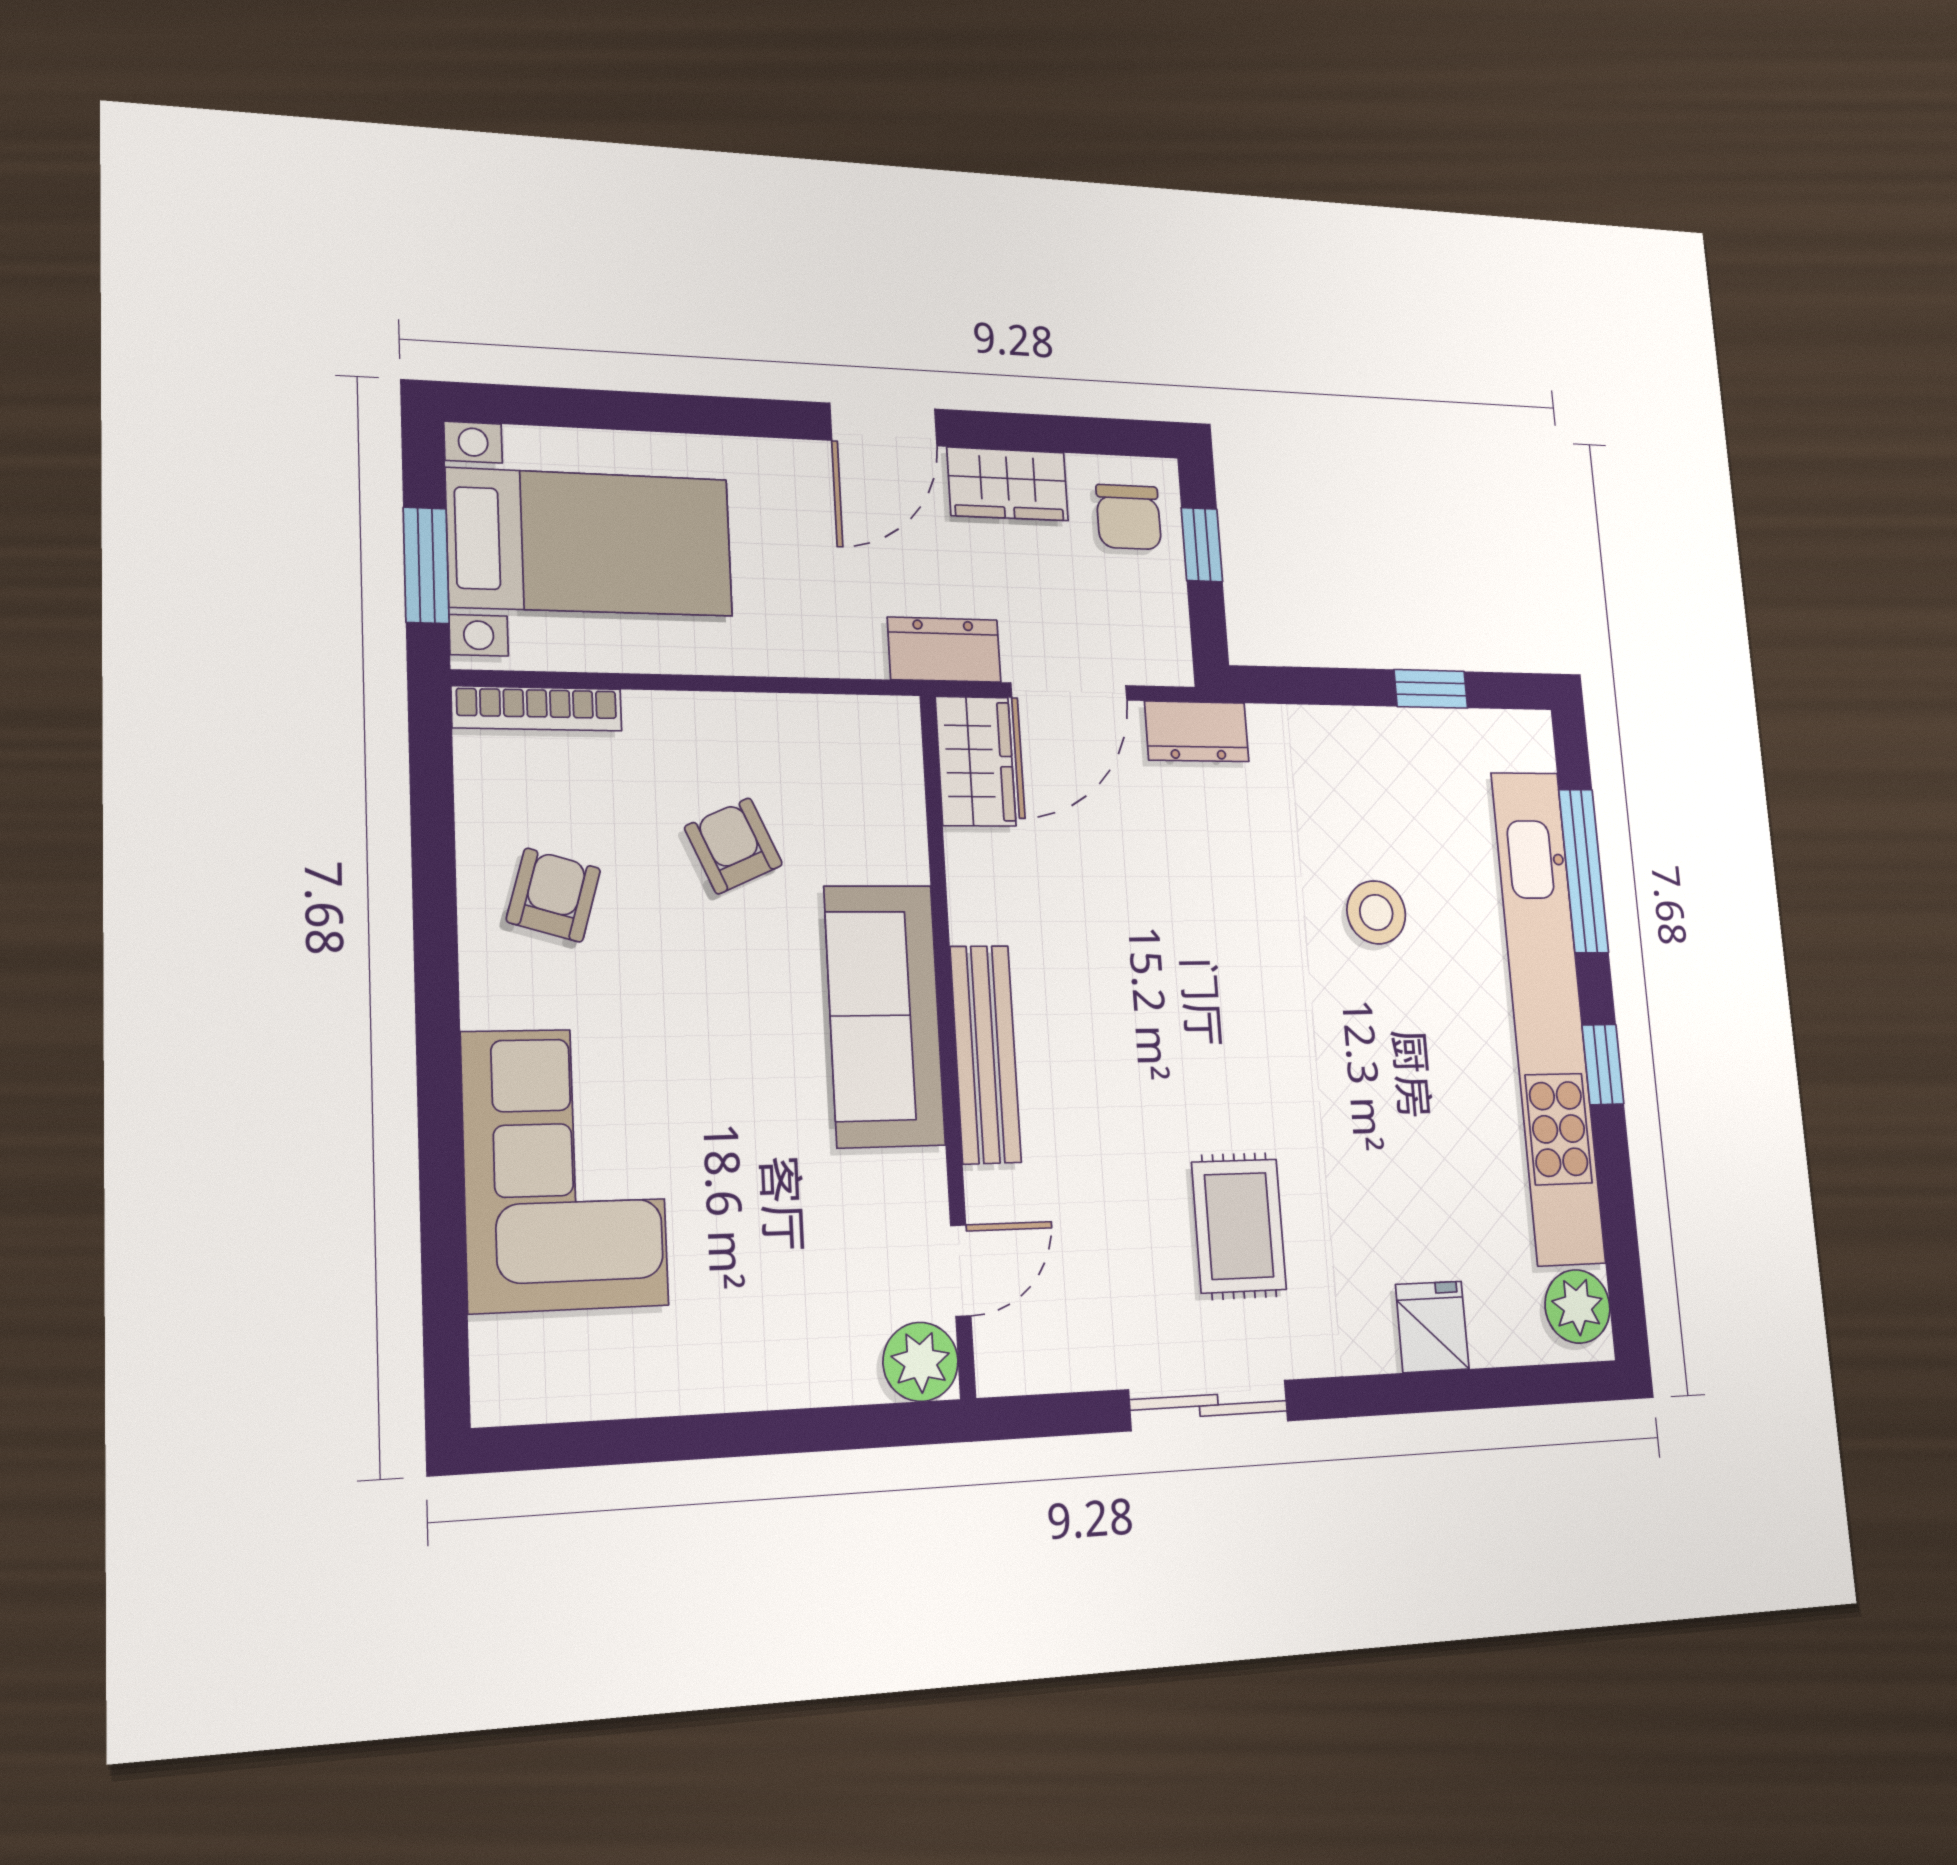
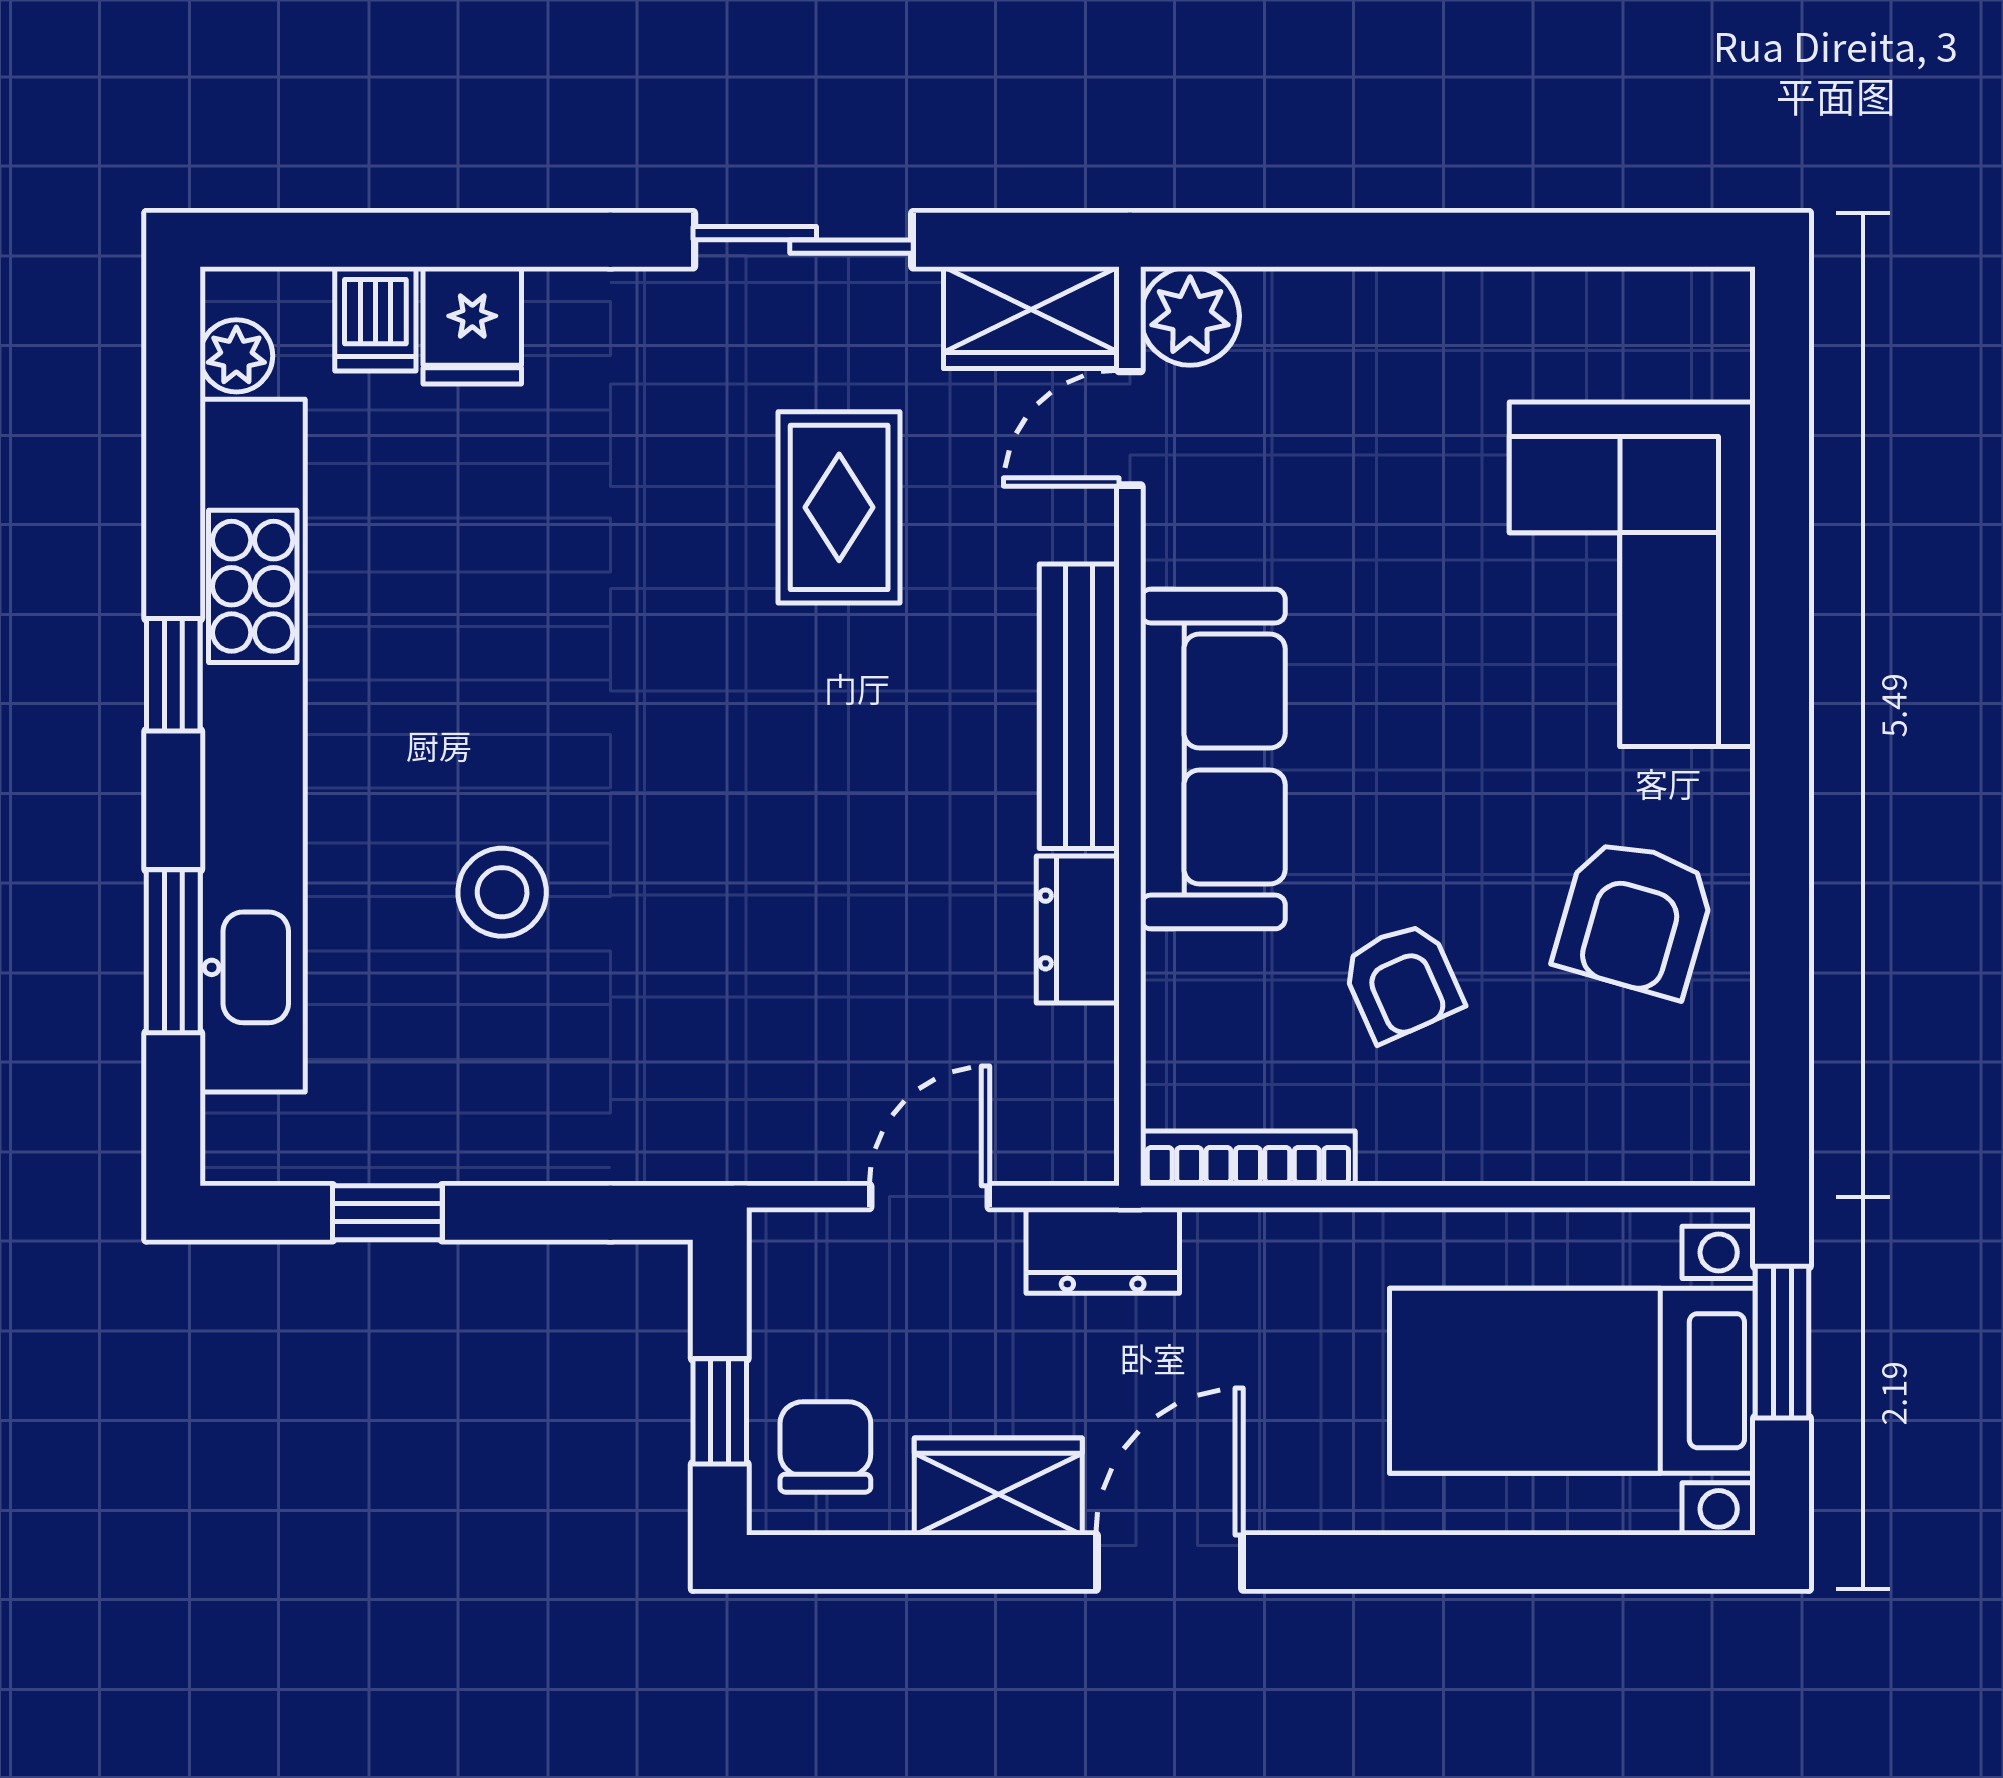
door: (1069, 692) -> (930, 1197), width x0.73
bookcase: (537, 708) -> (1248, 1158), moved
dresser: (1197, 731) -> (1078, 929), moved, turned -90
wardrobe: (976, 761) -> (1031, 318), moved, turned -90
window: (1583, 871) -> (173, 951), width x0.69
armchair: (553, 895) -> (1635, 917), width x1.38, depth x1.38
rug: (1239, 1226) -> (839, 507), moved
plant: (1578, 1306) -> (236, 356), width x0.73, depth x0.73
dishwasher: (1497, 1328) -> (375, 319), added

